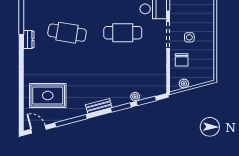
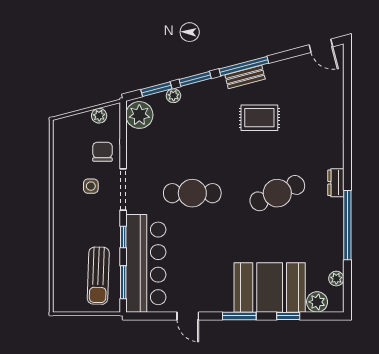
cafe table: (67, 33) -> (277, 193), turned -33
plant: (157, 84) -> (139, 115), added
rug: (48, 96) -> (259, 118), moved, width x0.73, depth x0.70
bench: (99, 106) -> (245, 77), moved
window: (71, 121) -> (244, 66), moved

